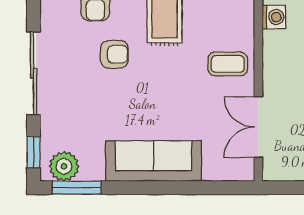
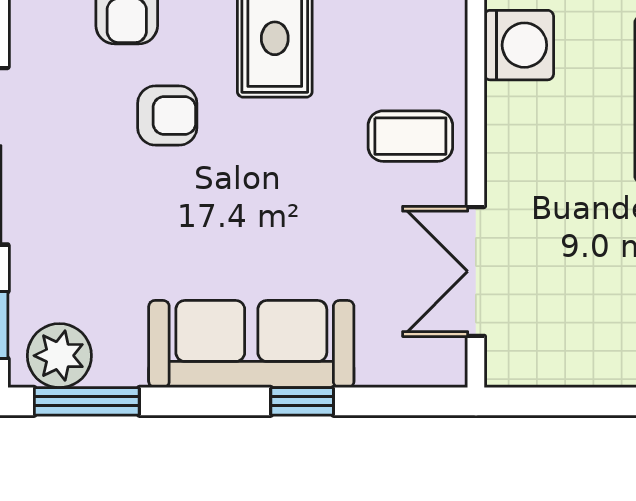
washing machine: (274, 17) -> (519, 45), width x1.38, depth x1.38
window: (177, 188) -> (302, 401), added

